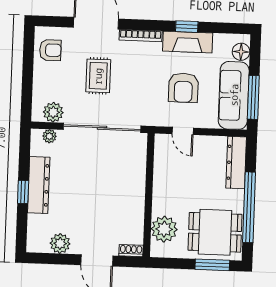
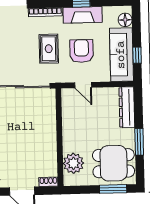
rug: (98, 76) -> (49, 49), moved
armchair: (183, 88) -> (81, 51), turned 180
window: (253, 97) -> (137, 55), width x0.46
window: (249, 207) -> (139, 142), width x0.47

